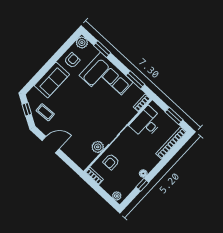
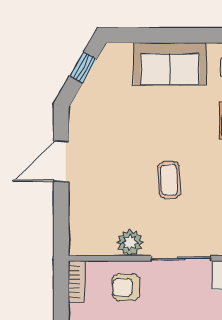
coffee table: (45, 112) -> (169, 180), moved
door: (51, 145) -> (61, 161), swing flipped

